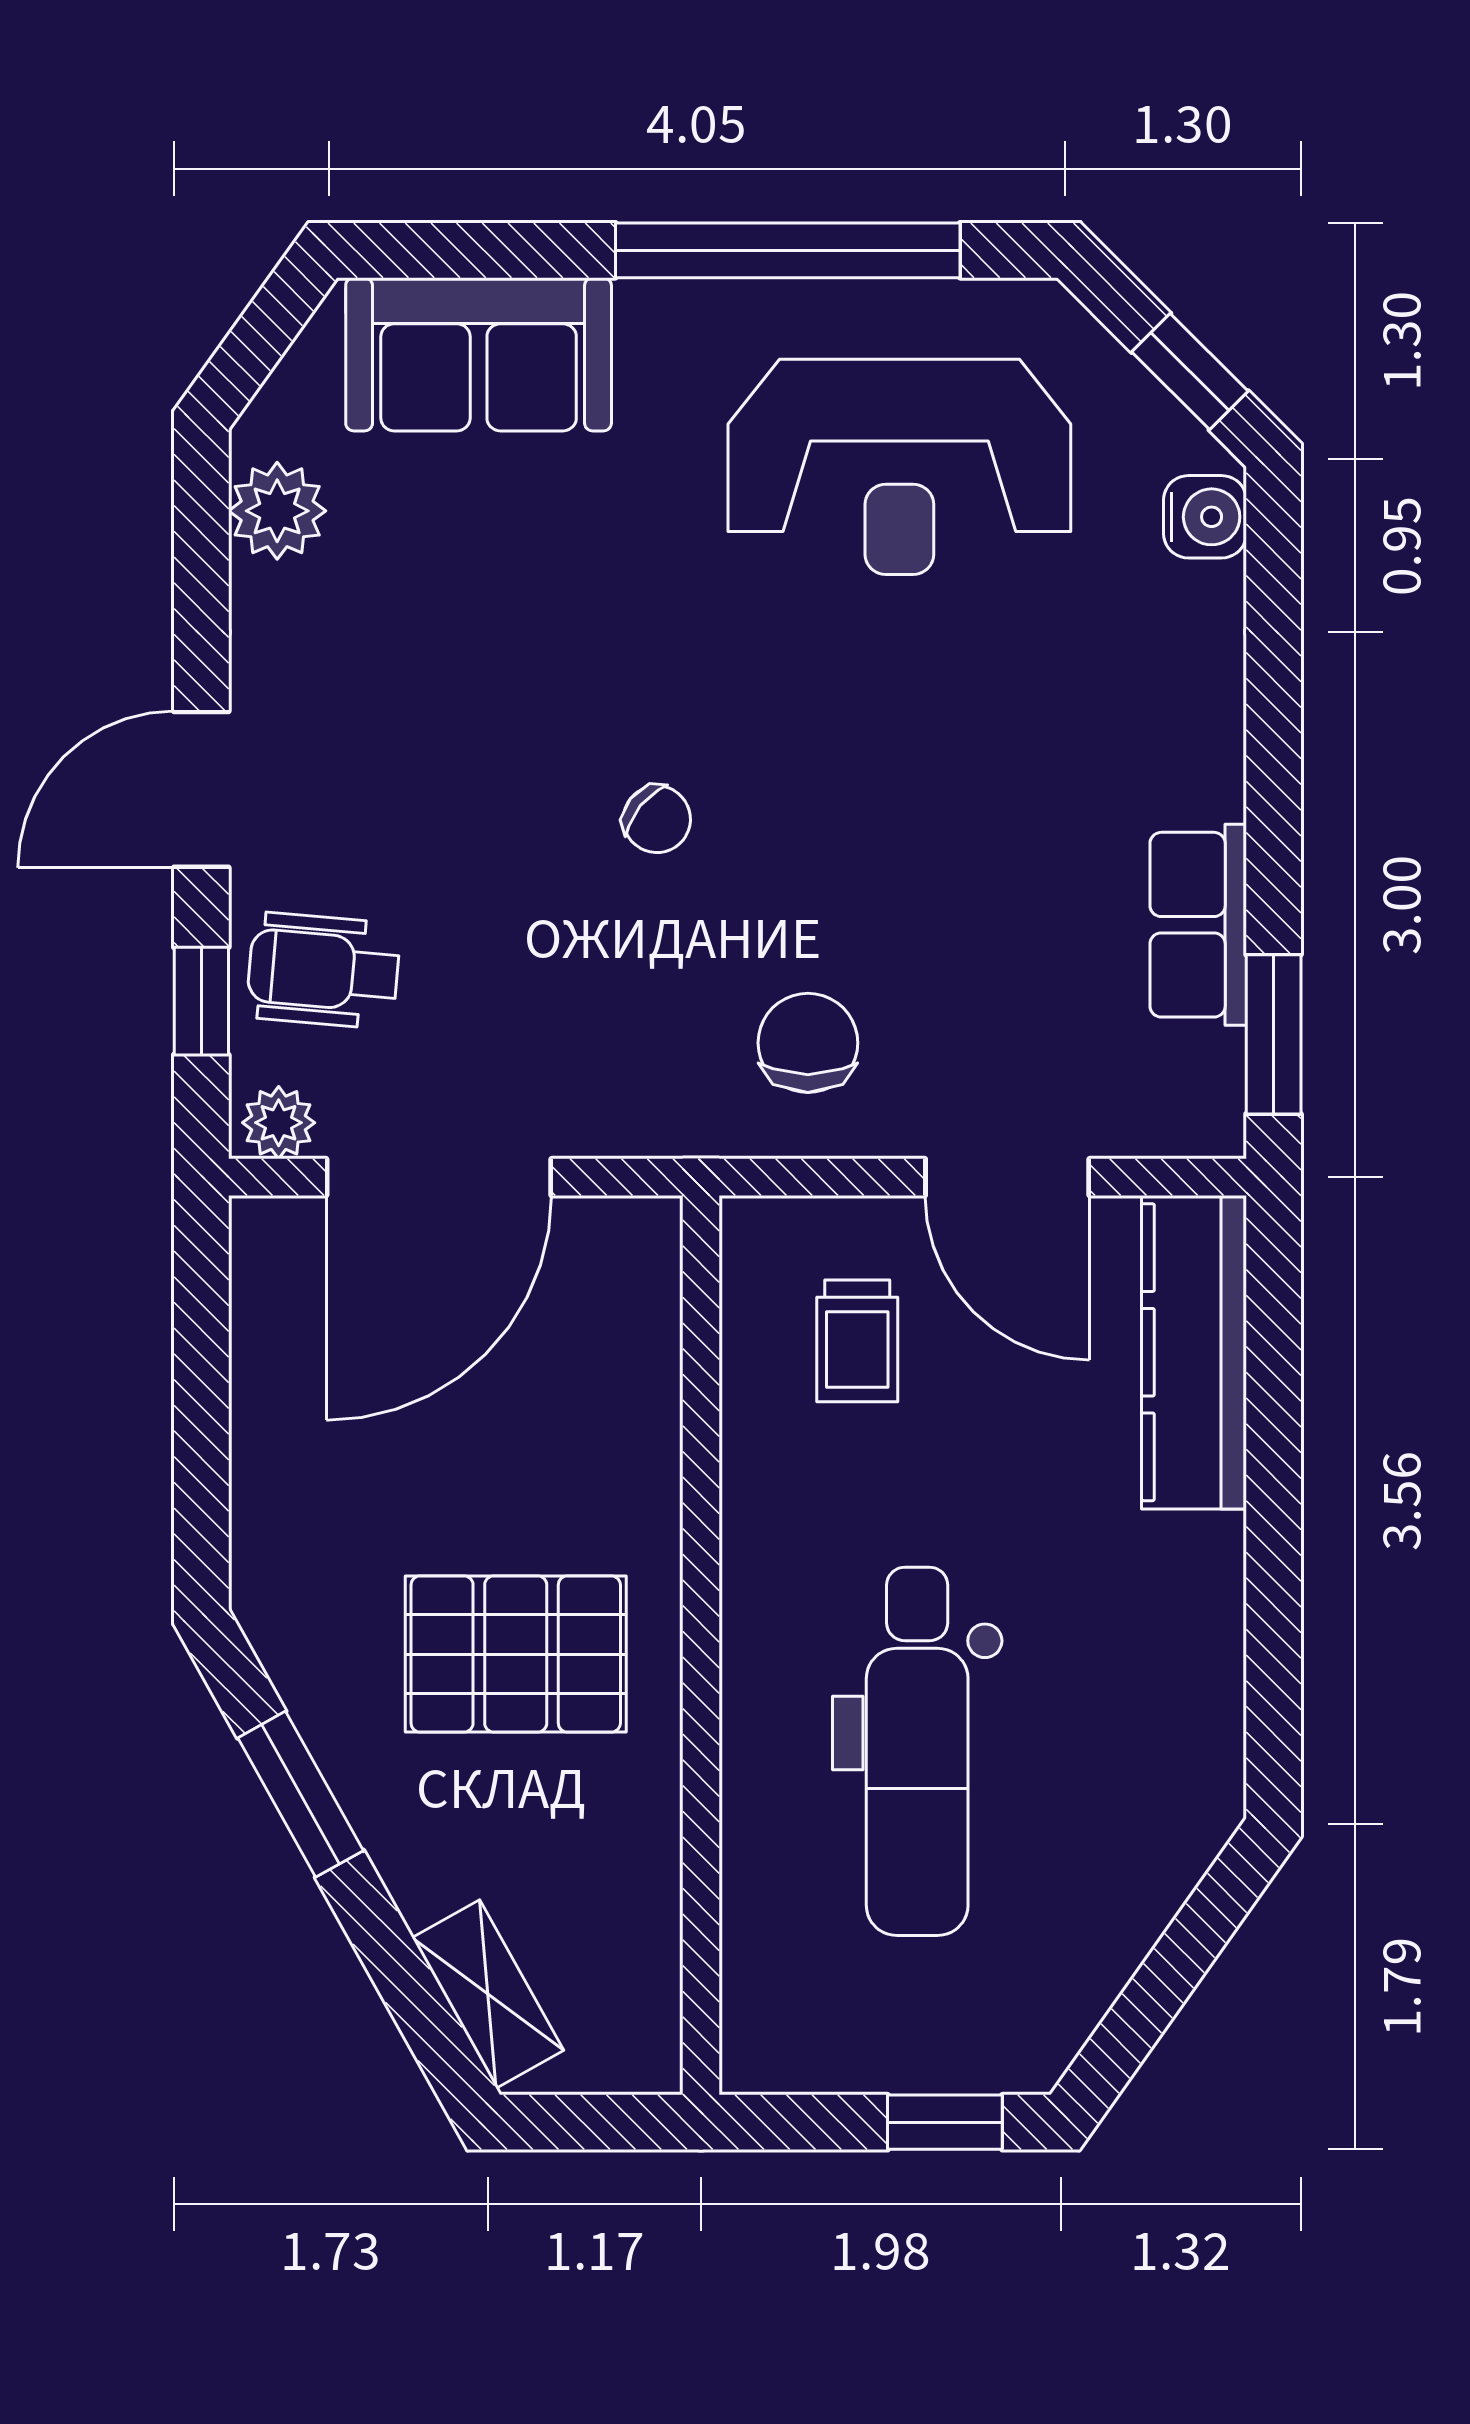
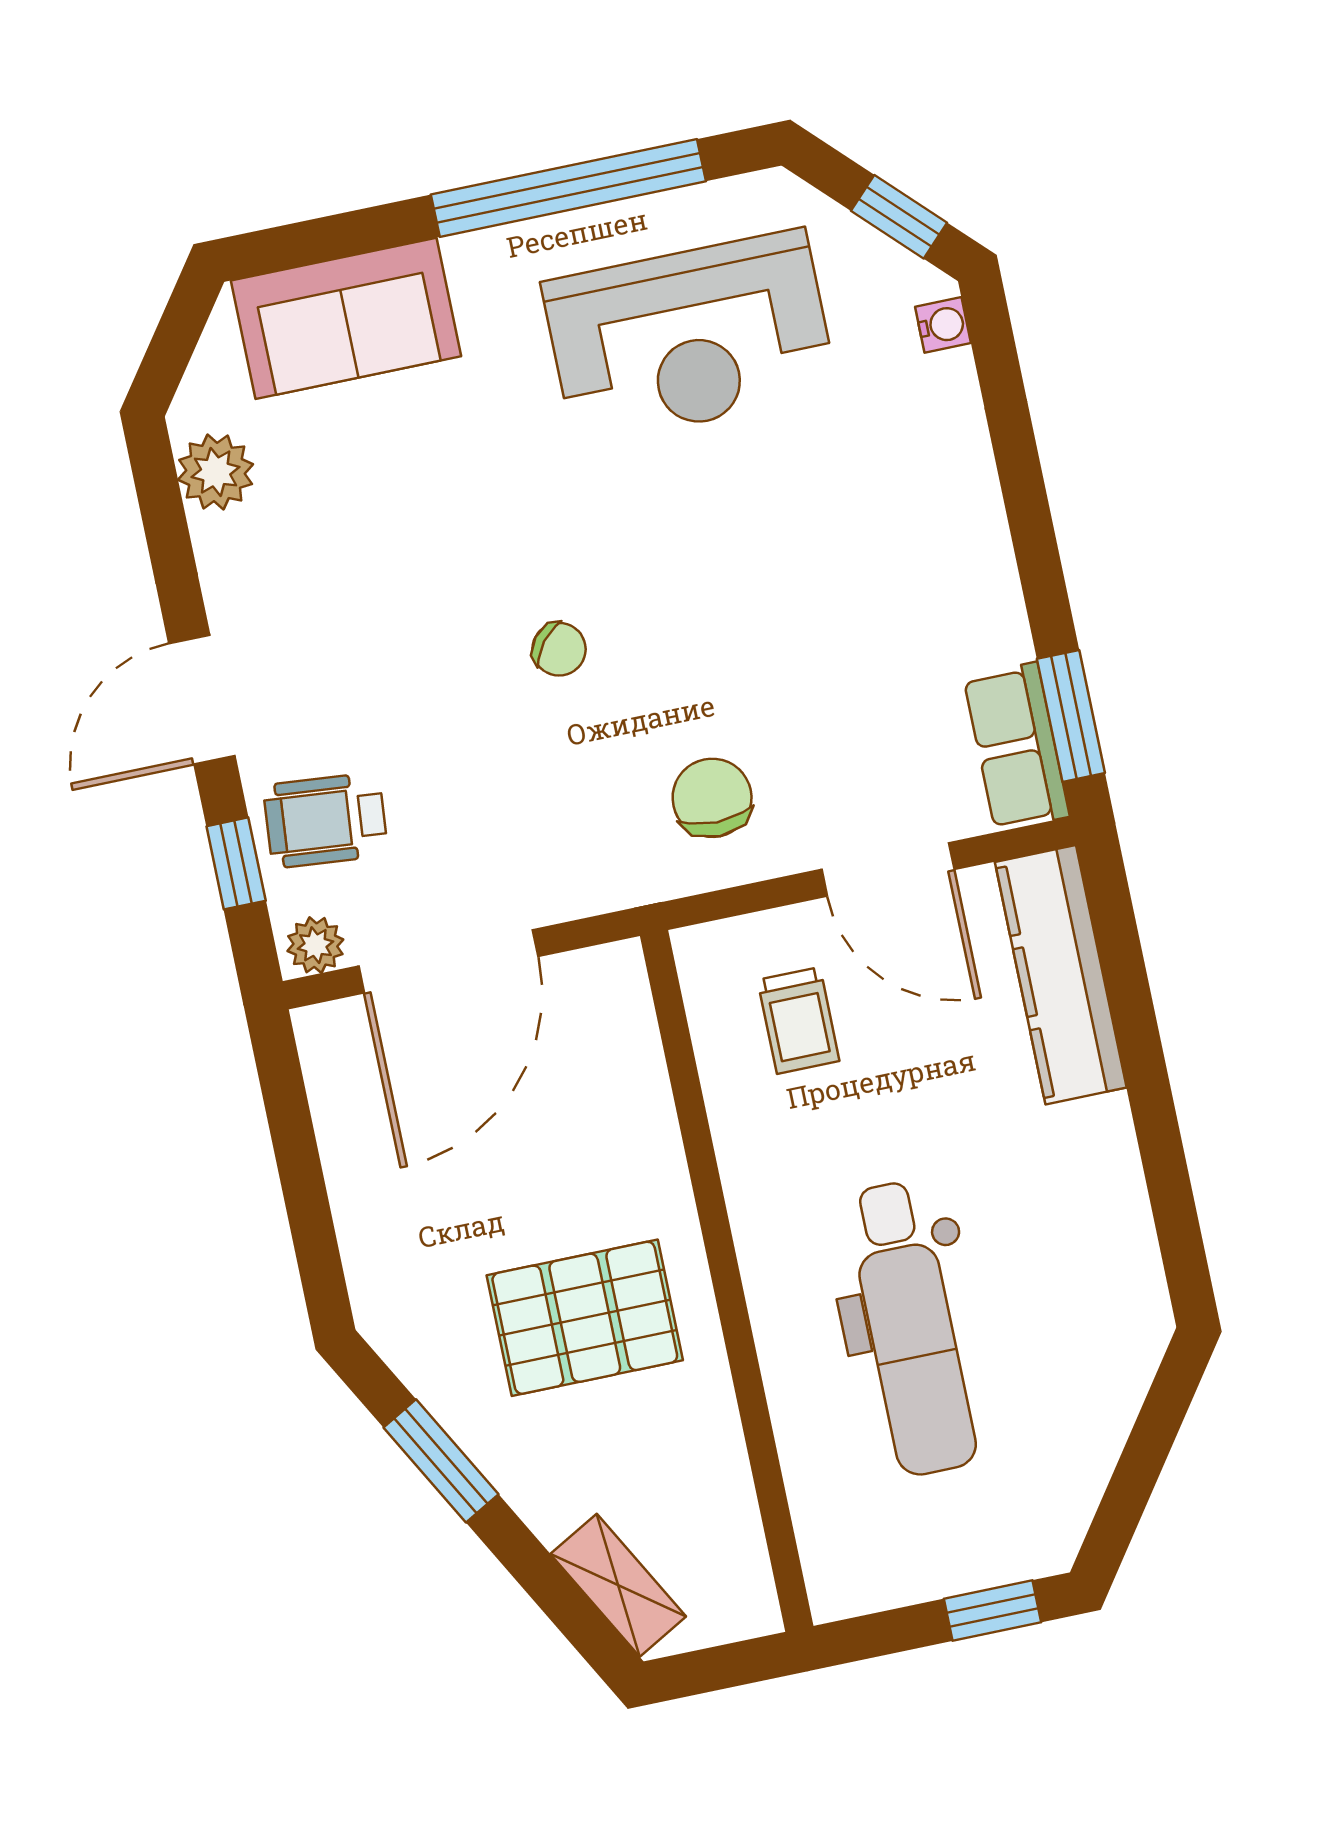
water cooler: (1205, 517) -> (943, 325), width x0.72, depth x0.72
row of seats: (1198, 925) -> (1016, 747), moved

